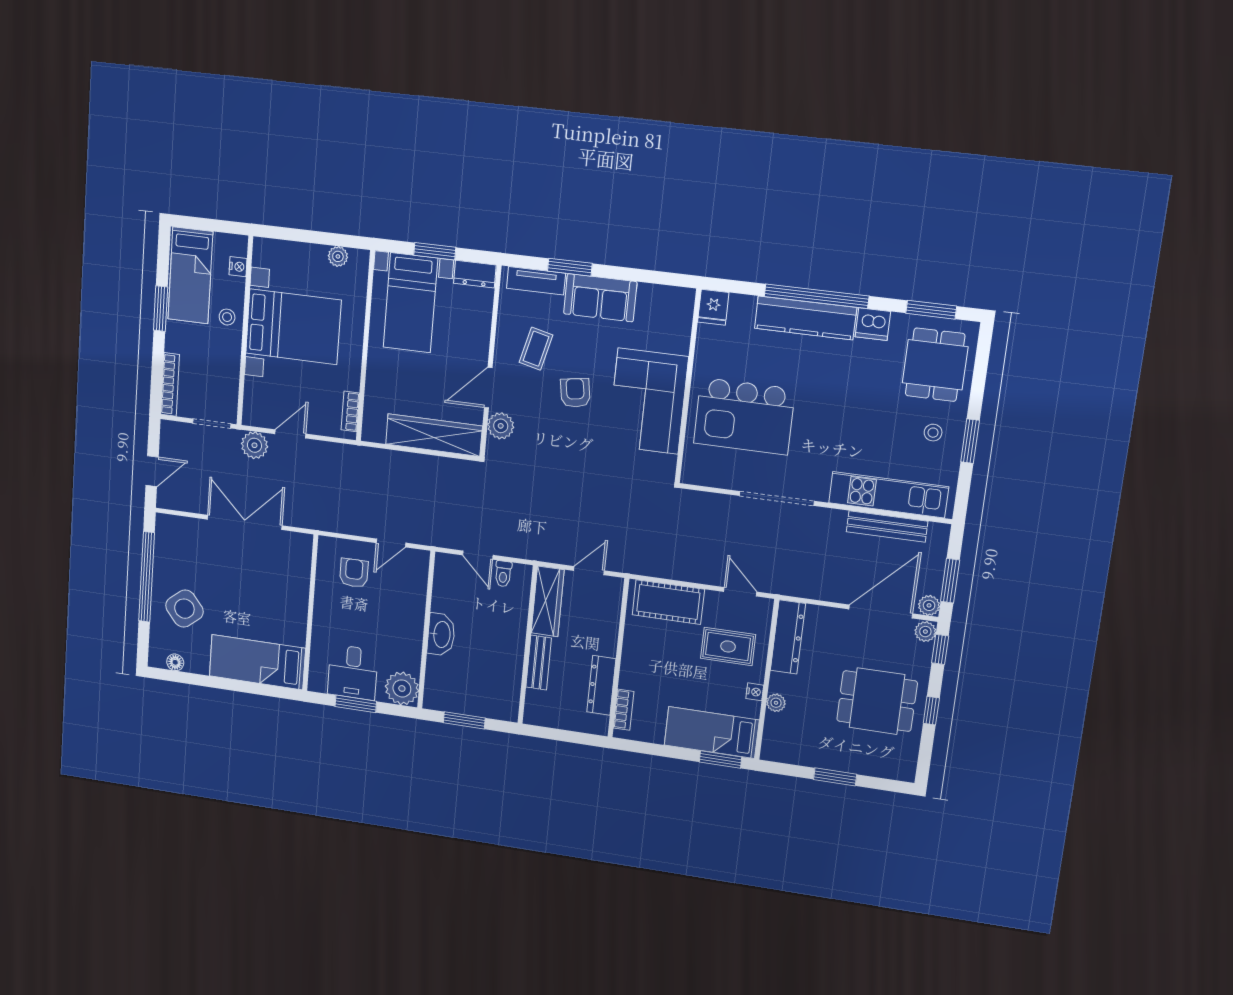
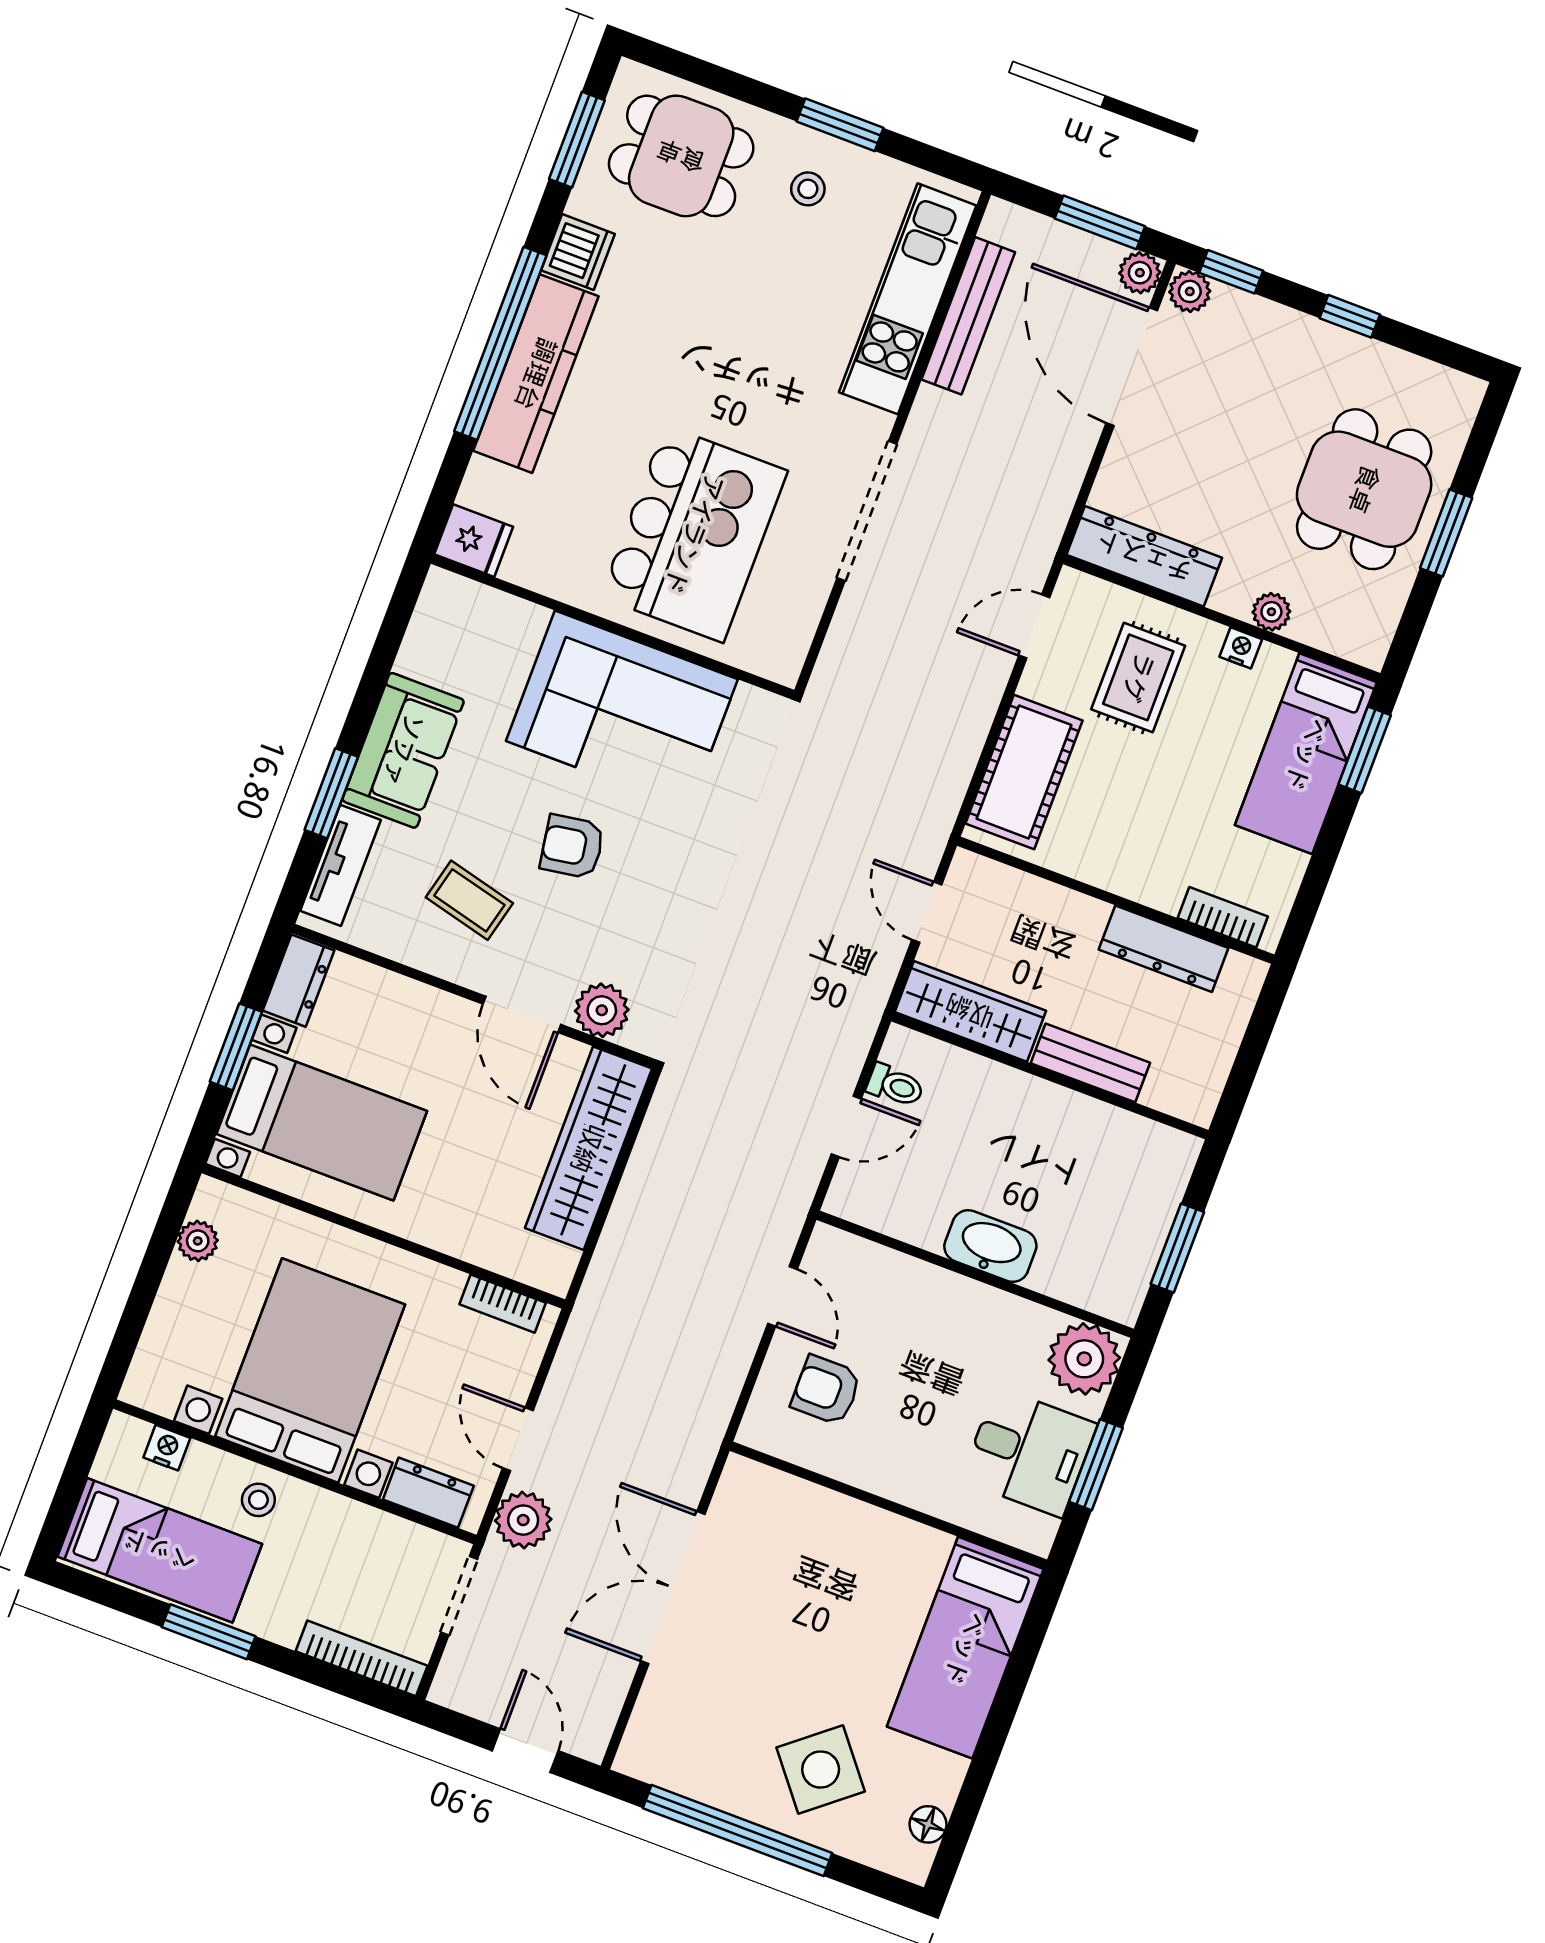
dresser: (254, 397) -> (428, 1493), added
dining table: (877, 701) -> (1364, 489), moved

